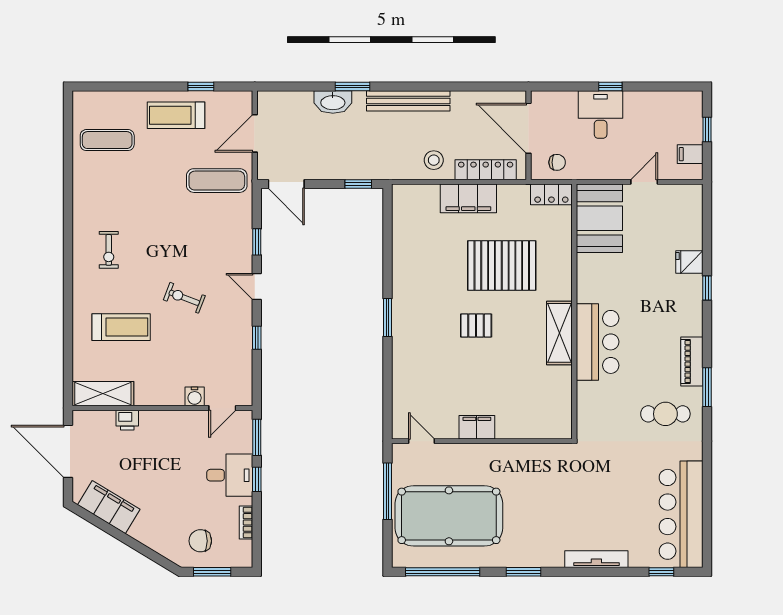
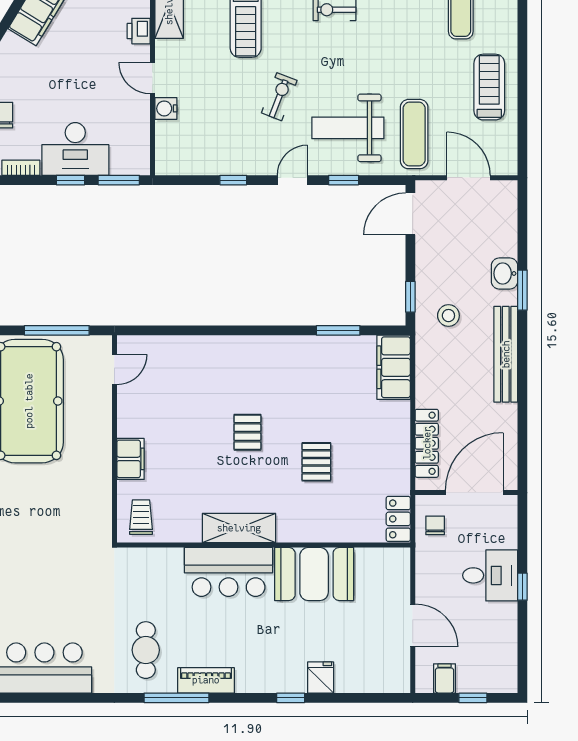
window: (201, 86) -> (522, 116), removed
washbasin: (333, 102) -> (504, 273), width x0.72
stool: (434, 160) -> (448, 316), moved
chair: (557, 162) -> (435, 525), turned 180
door: (644, 182) -> (413, 625), width x1.38
filing cabinet: (468, 198) -> (394, 367), moved
booth: (599, 218) -> (314, 574), moved
weight bench: (211, 238) -> (348, 128), added
pallet: (502, 266) -> (316, 462), width x0.49, depth x0.50
window: (387, 317) -> (338, 330), moved
window: (707, 387) -> (177, 698), width x1.44
door: (222, 408) -> (153, 78), moved
trolley: (550, 418) -> (141, 517), added
filing cabinet: (477, 427) -> (130, 459), moved
desk: (230, 475) -> (75, 149), width x1.37

